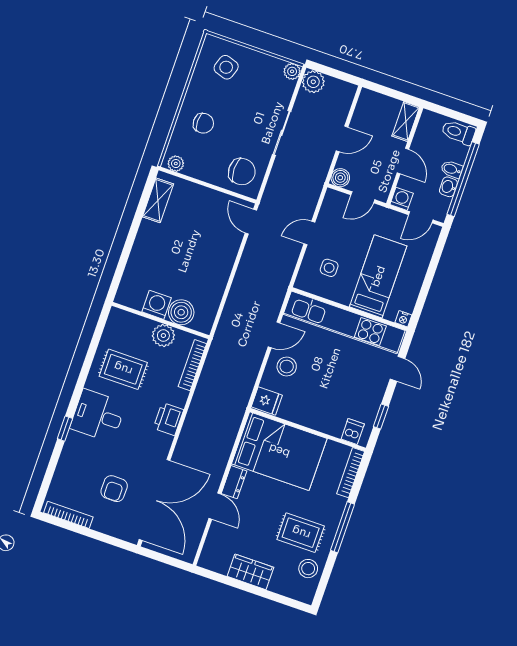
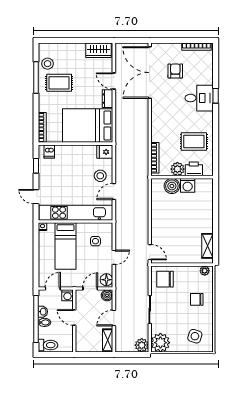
plant: (292, 71) -> (160, 343), width x1.88, depth x1.88
shelving: (406, 121) -> (108, 340), moved
floor lamp: (333, 202) -> (106, 280), added
desk: (98, 416) -> (199, 98), moved
printer: (168, 419) -> (194, 169), moved, turned -90
window: (343, 527) -> (36, 77), moved
wardrobe: (250, 572) -> (98, 50), moved

